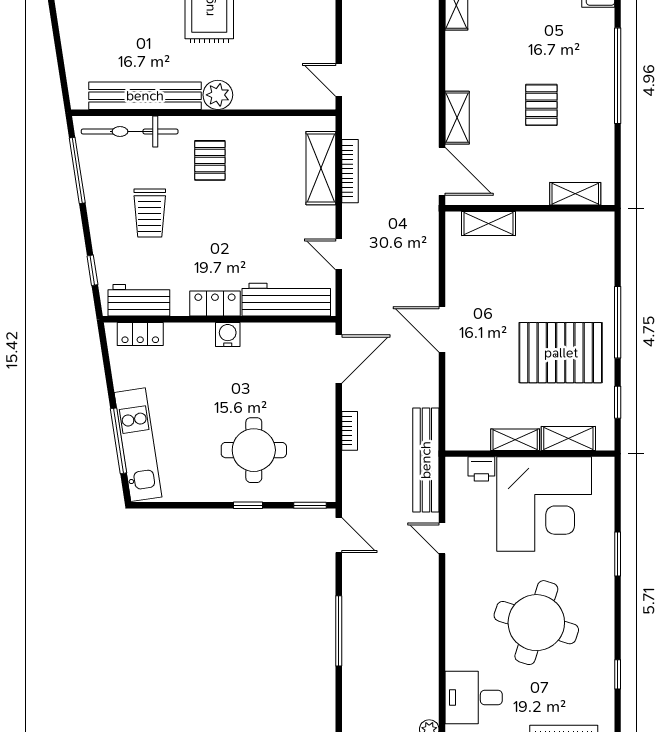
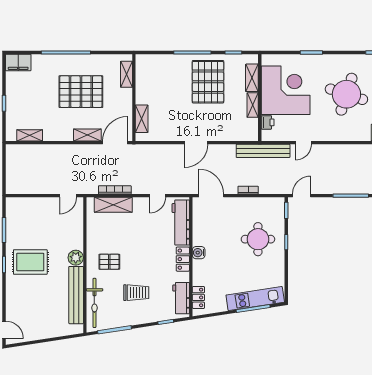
pallet: (541, 105) -> (81, 92), width x2.05, depth x2.00

